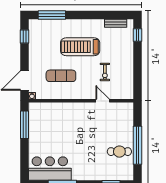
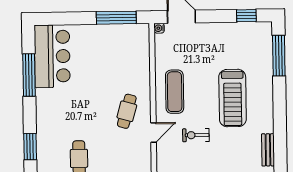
treadmill: (80, 47) -> (233, 98), turned 180
exercise mat: (61, 76) -> (175, 92), moved
cafe table: (88, 119) -> (127, 111), added

